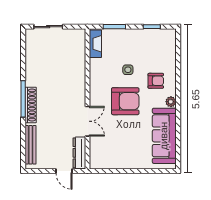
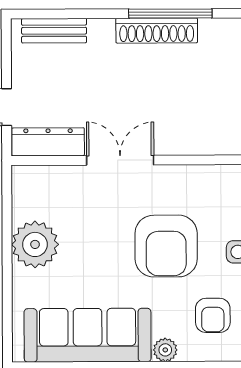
double door: (87, 121) -> (120, 160), swing flipped
bench: (31, 145) -> (54, 31), width x0.73
plant: (124, 159) -> (35, 244), added

